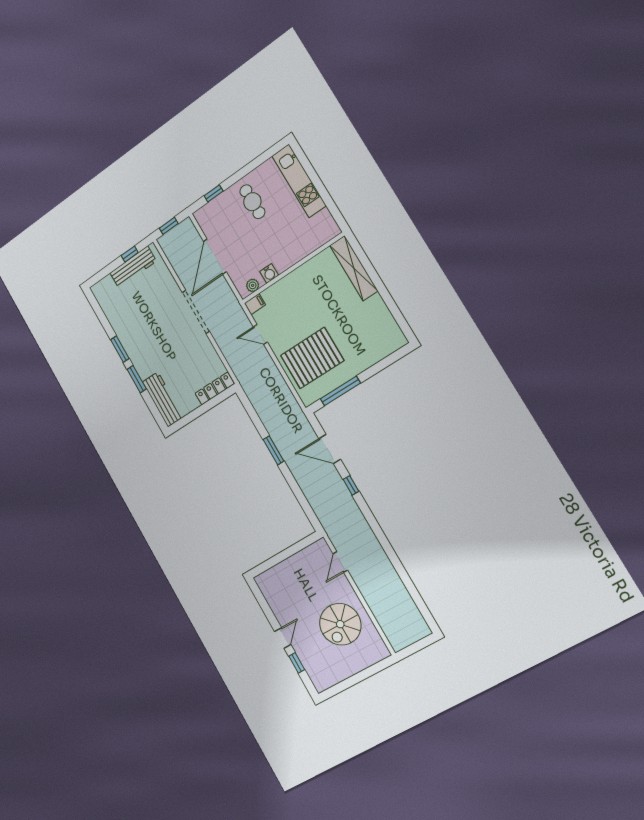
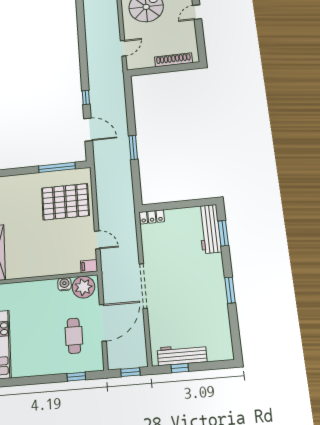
cafe table: (252, 202) -> (74, 336), moved
plant: (253, 285) -> (83, 287), width x1.88, depth x1.88
window: (137, 379) -> (223, 233), moved
locker: (215, 389) -> (152, 217), width x0.66
shoe rack: (280, 569) -> (174, 60), added

